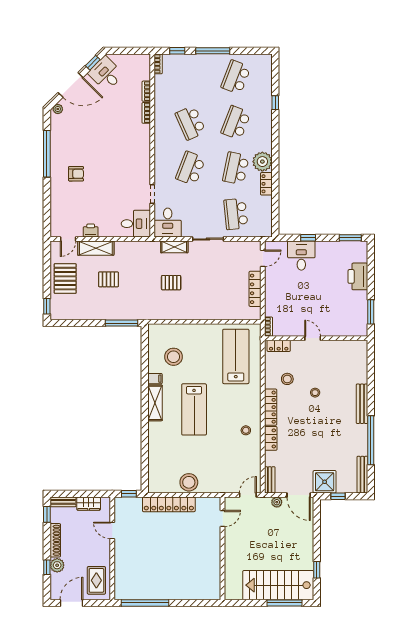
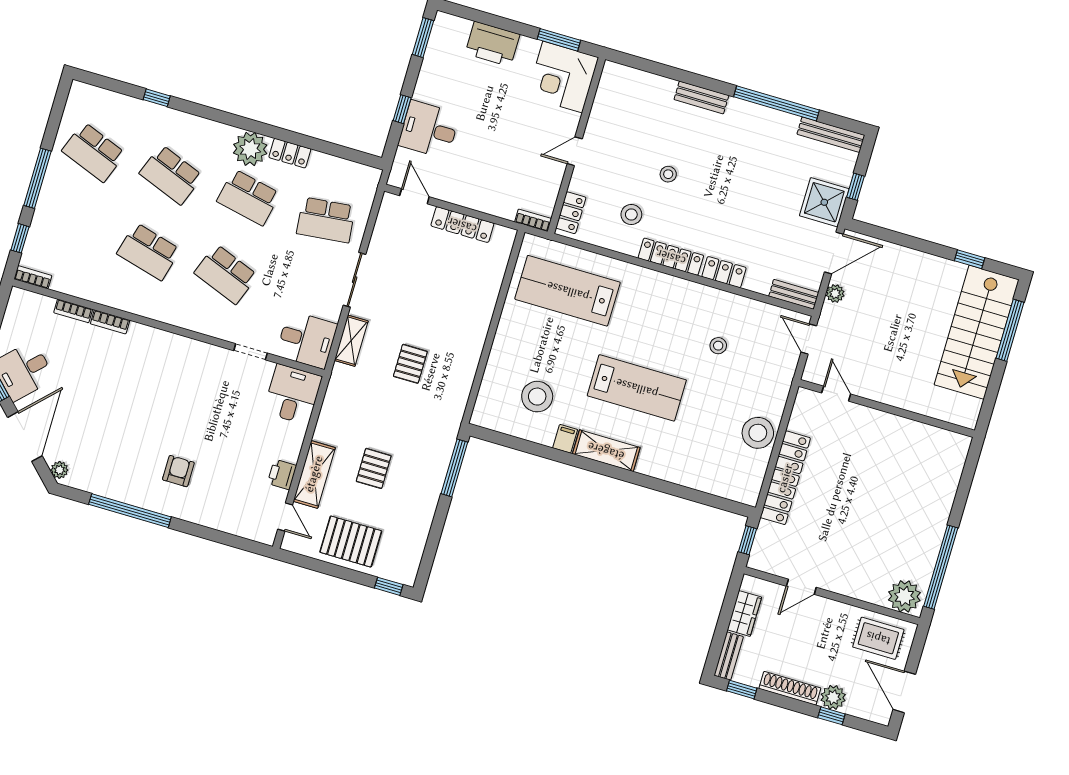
school desk: (191, 123) -> (149, 252), turned 39
corner desk: (351, 320) -> (563, 77), added
bench: (362, 404) -> (701, 97), width x0.73
stool: (246, 430) -> (718, 346), moved
plant: (123, 588) -> (904, 596), added

